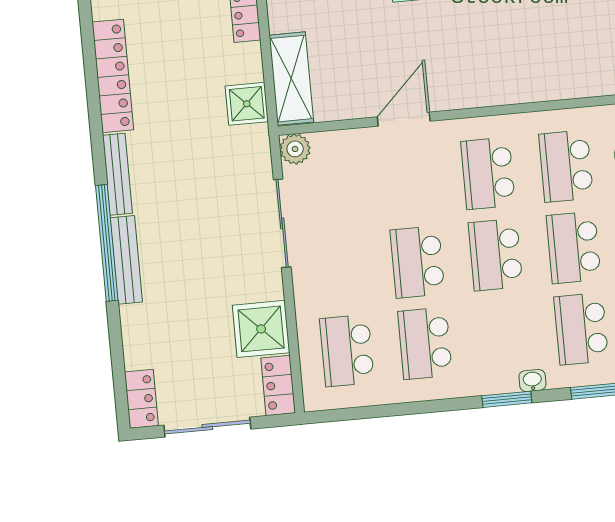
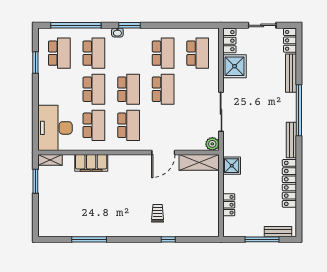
shelving: (291, 79) -> (199, 162), moved, turned 90
filing cabinet: (564, 81) -> (91, 163), added
bench: (126, 260) -> (291, 73), moved
sliding door: (207, 427) -> (262, 25), width x0.73

